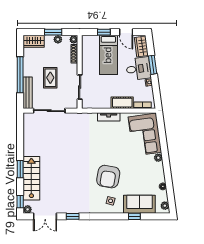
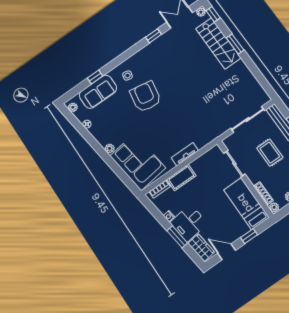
bed: (108, 55) -> (246, 203), moved

